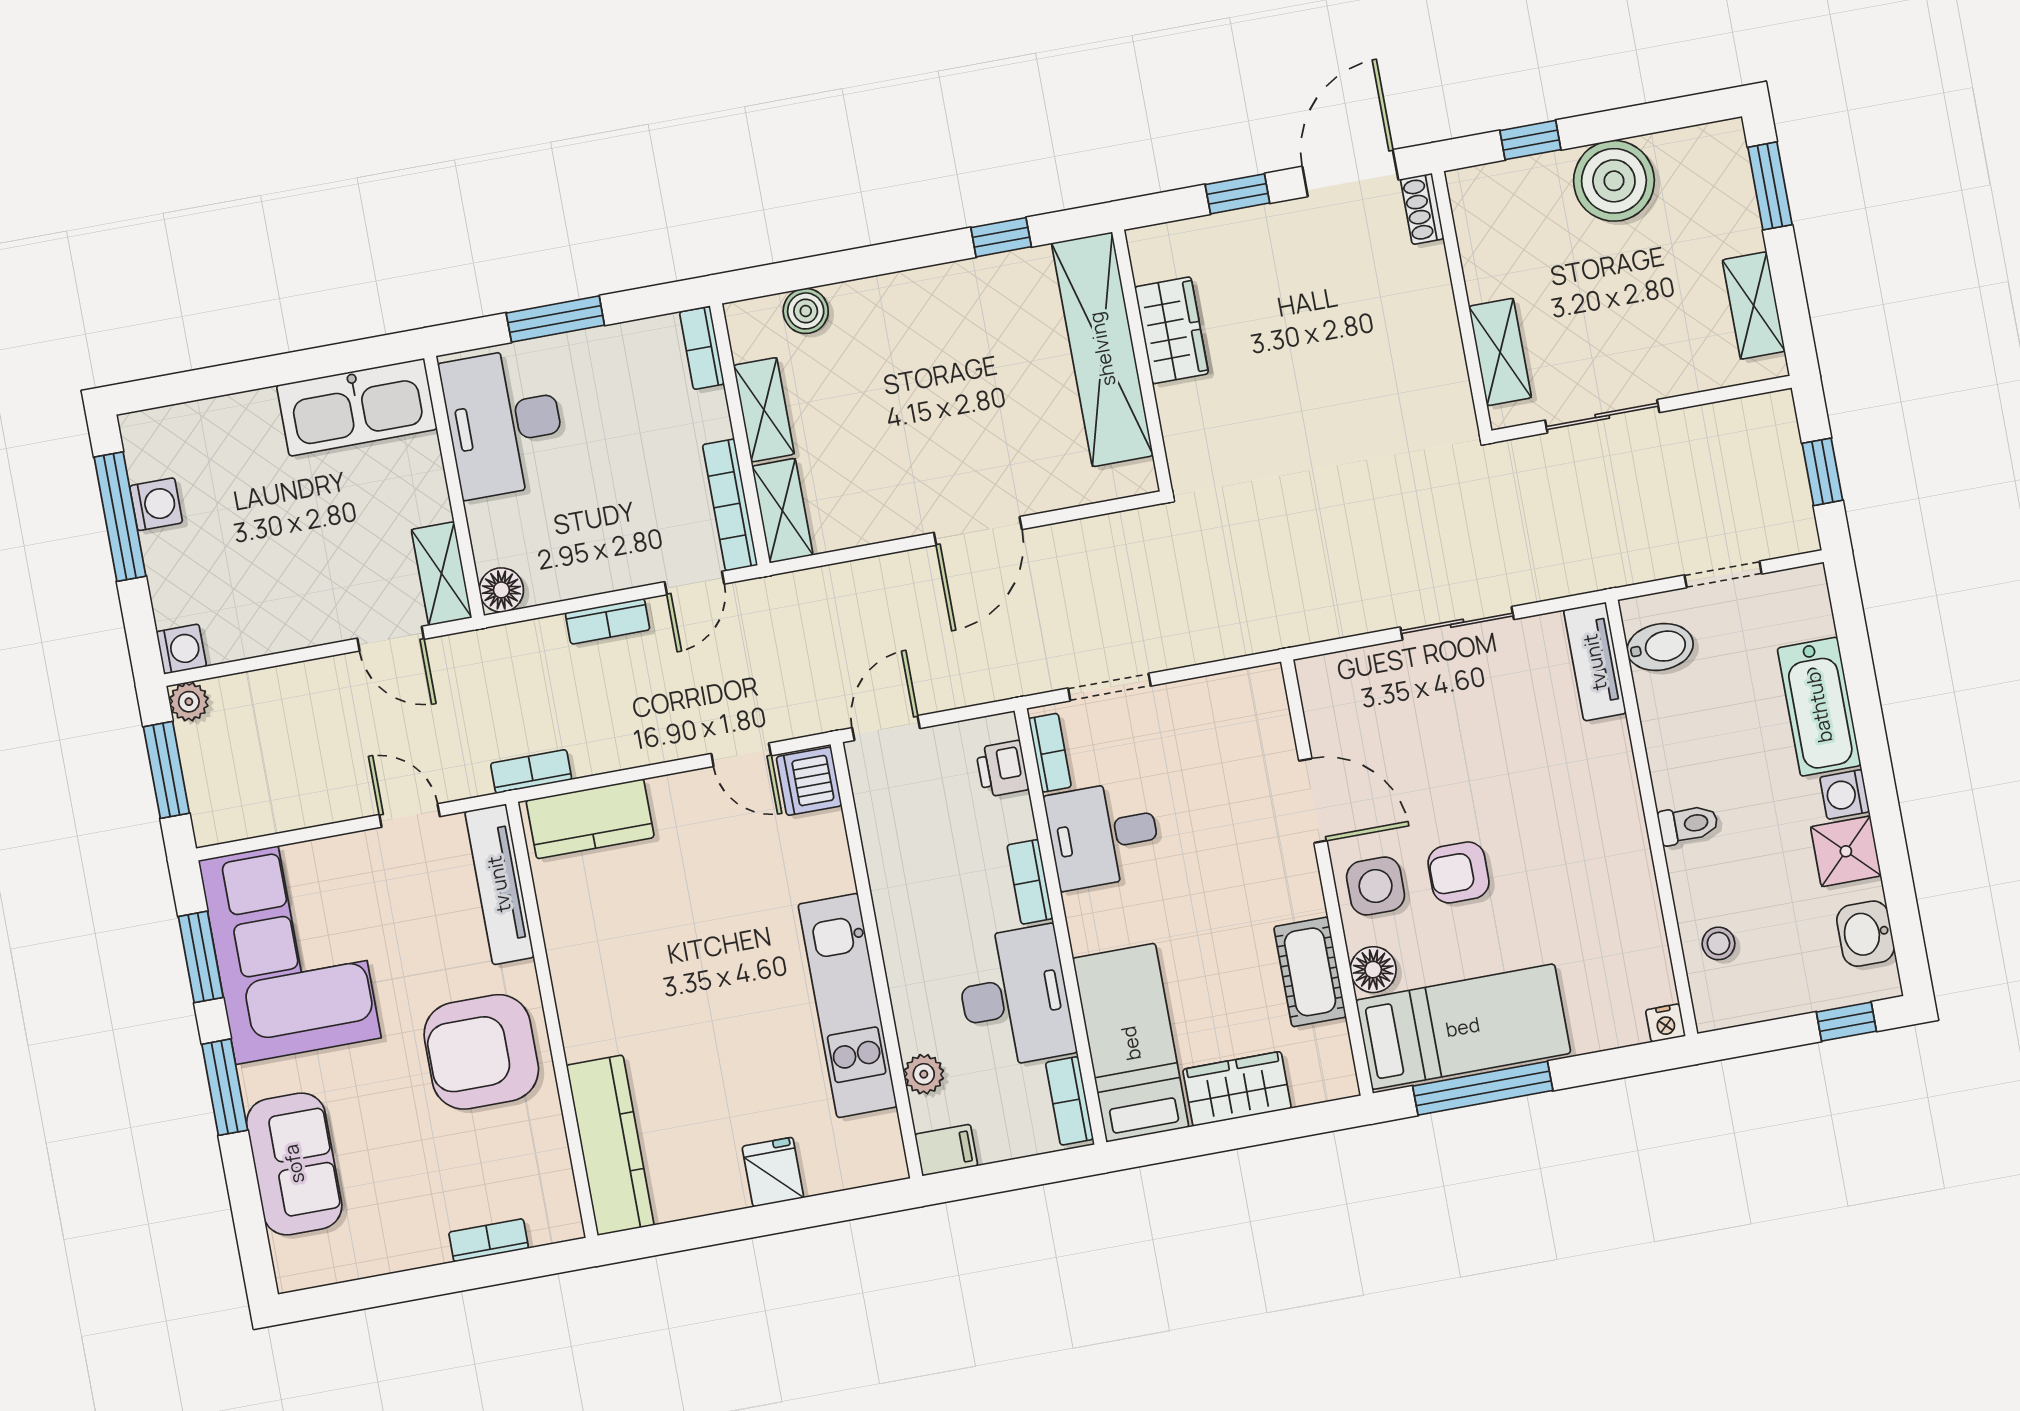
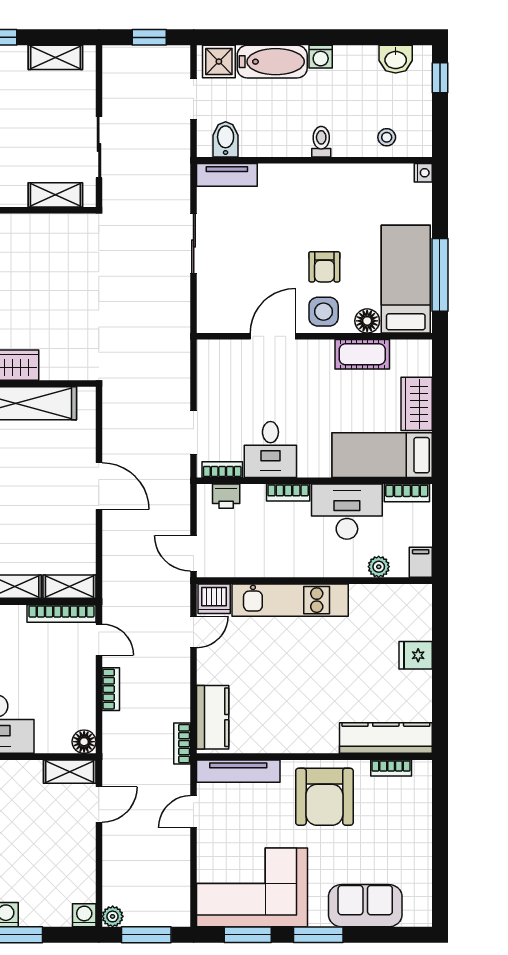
shower: (1846, 851) -> (219, 62), moved
kitchen unit: (848, 1006) -> (290, 600), moved
bookcase: (489, 1240) -> (391, 768), moved, turned -90

